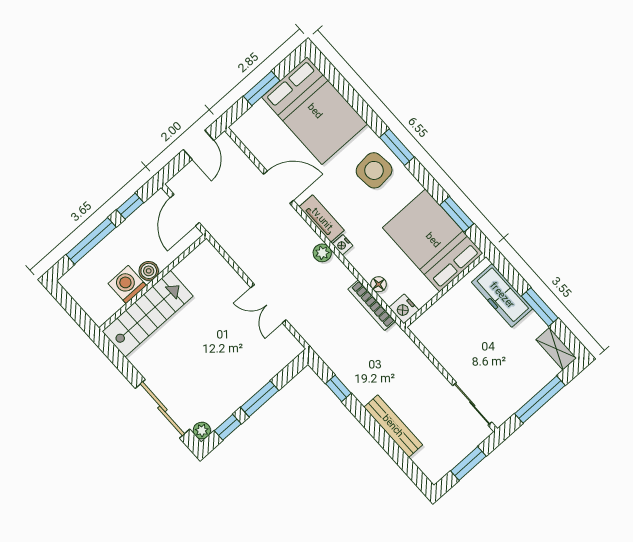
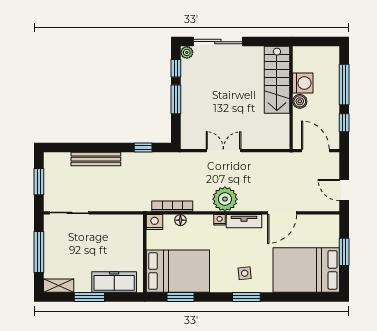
side table: (374, 170) -> (245, 273), width x0.54, depth x0.54
plant: (322, 253) -> (225, 199), width x1.88, depth x1.88

